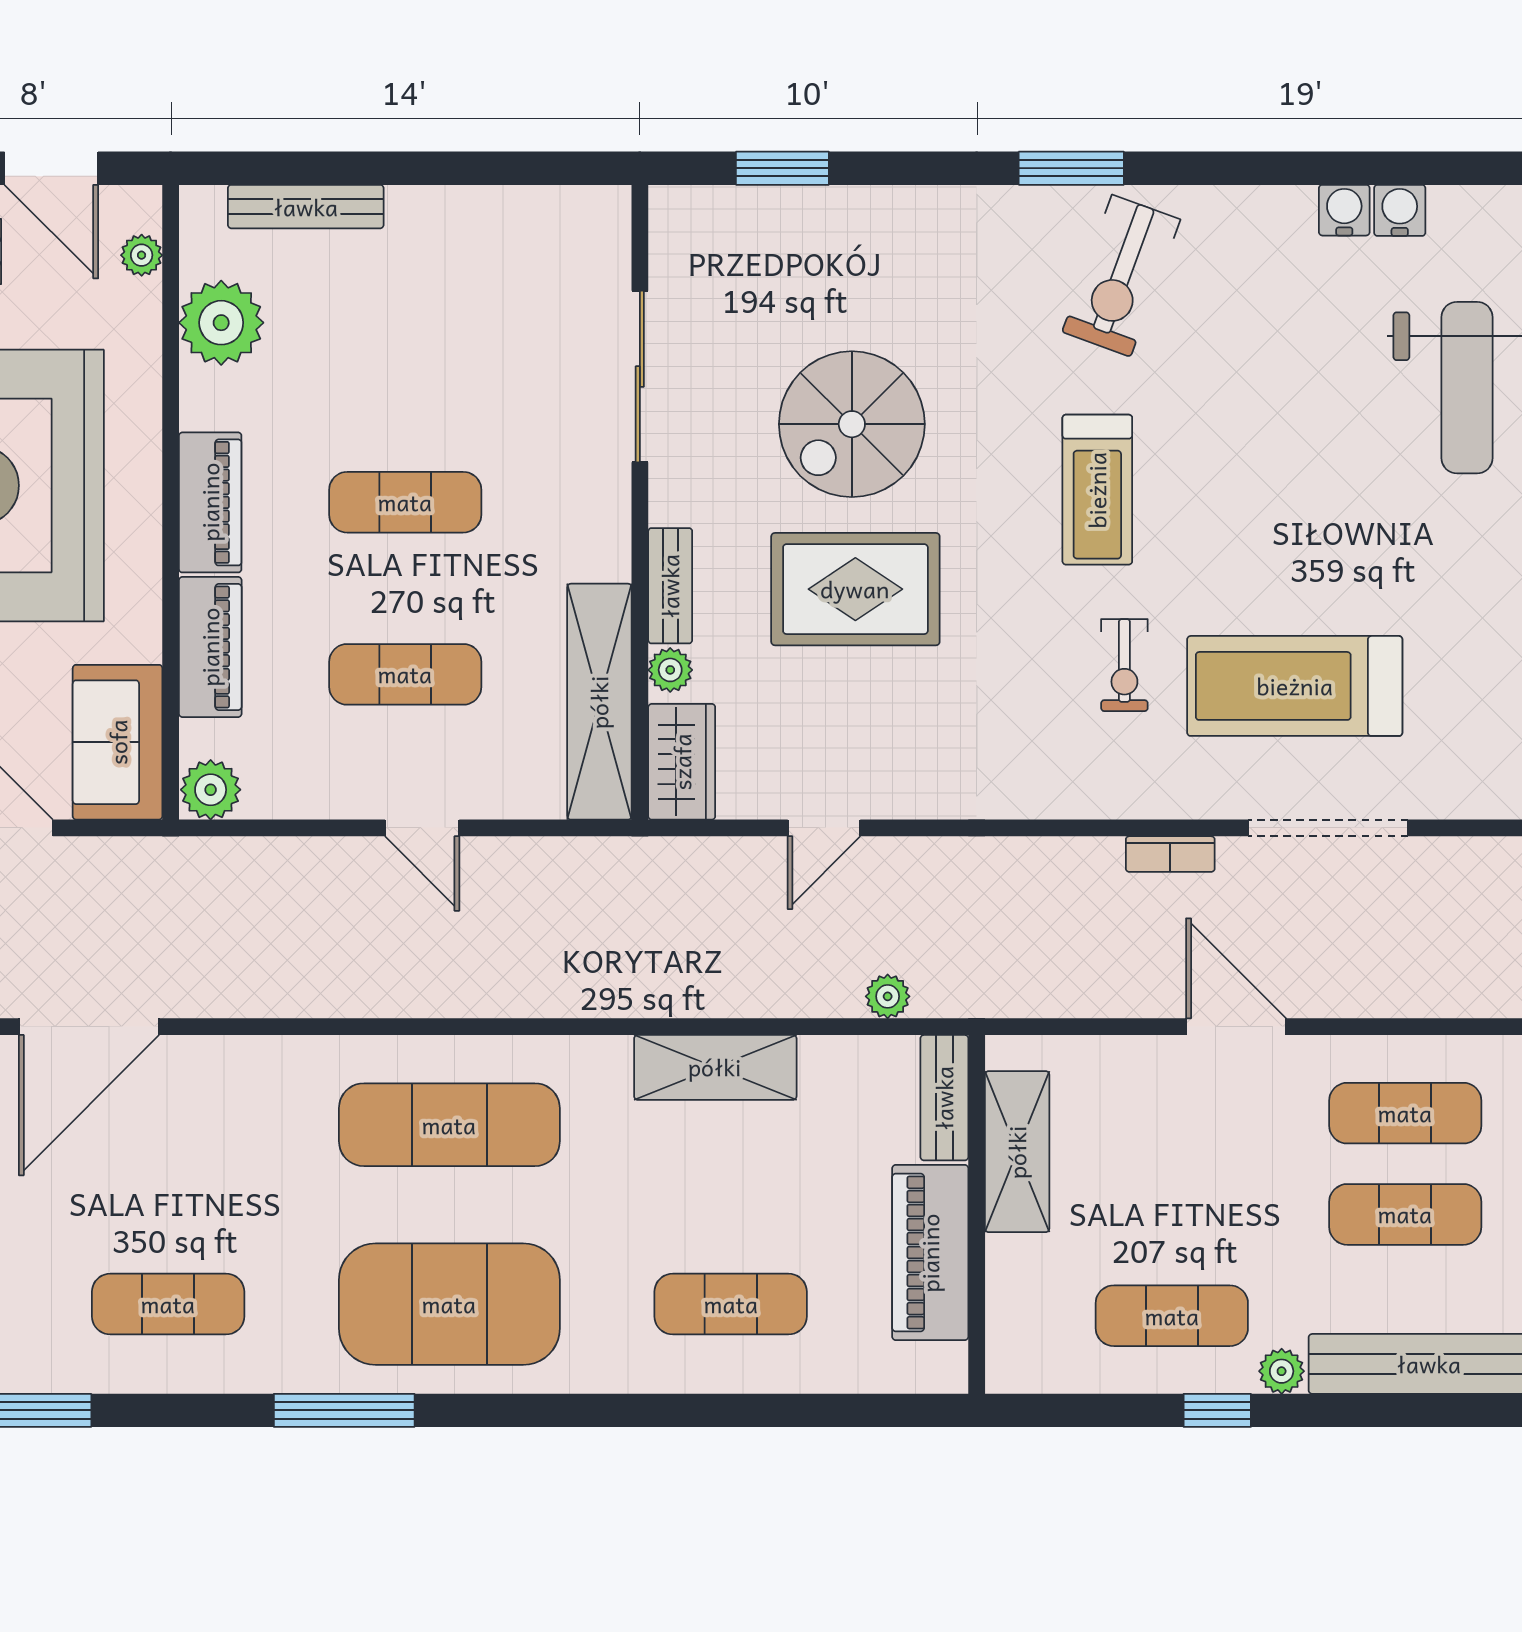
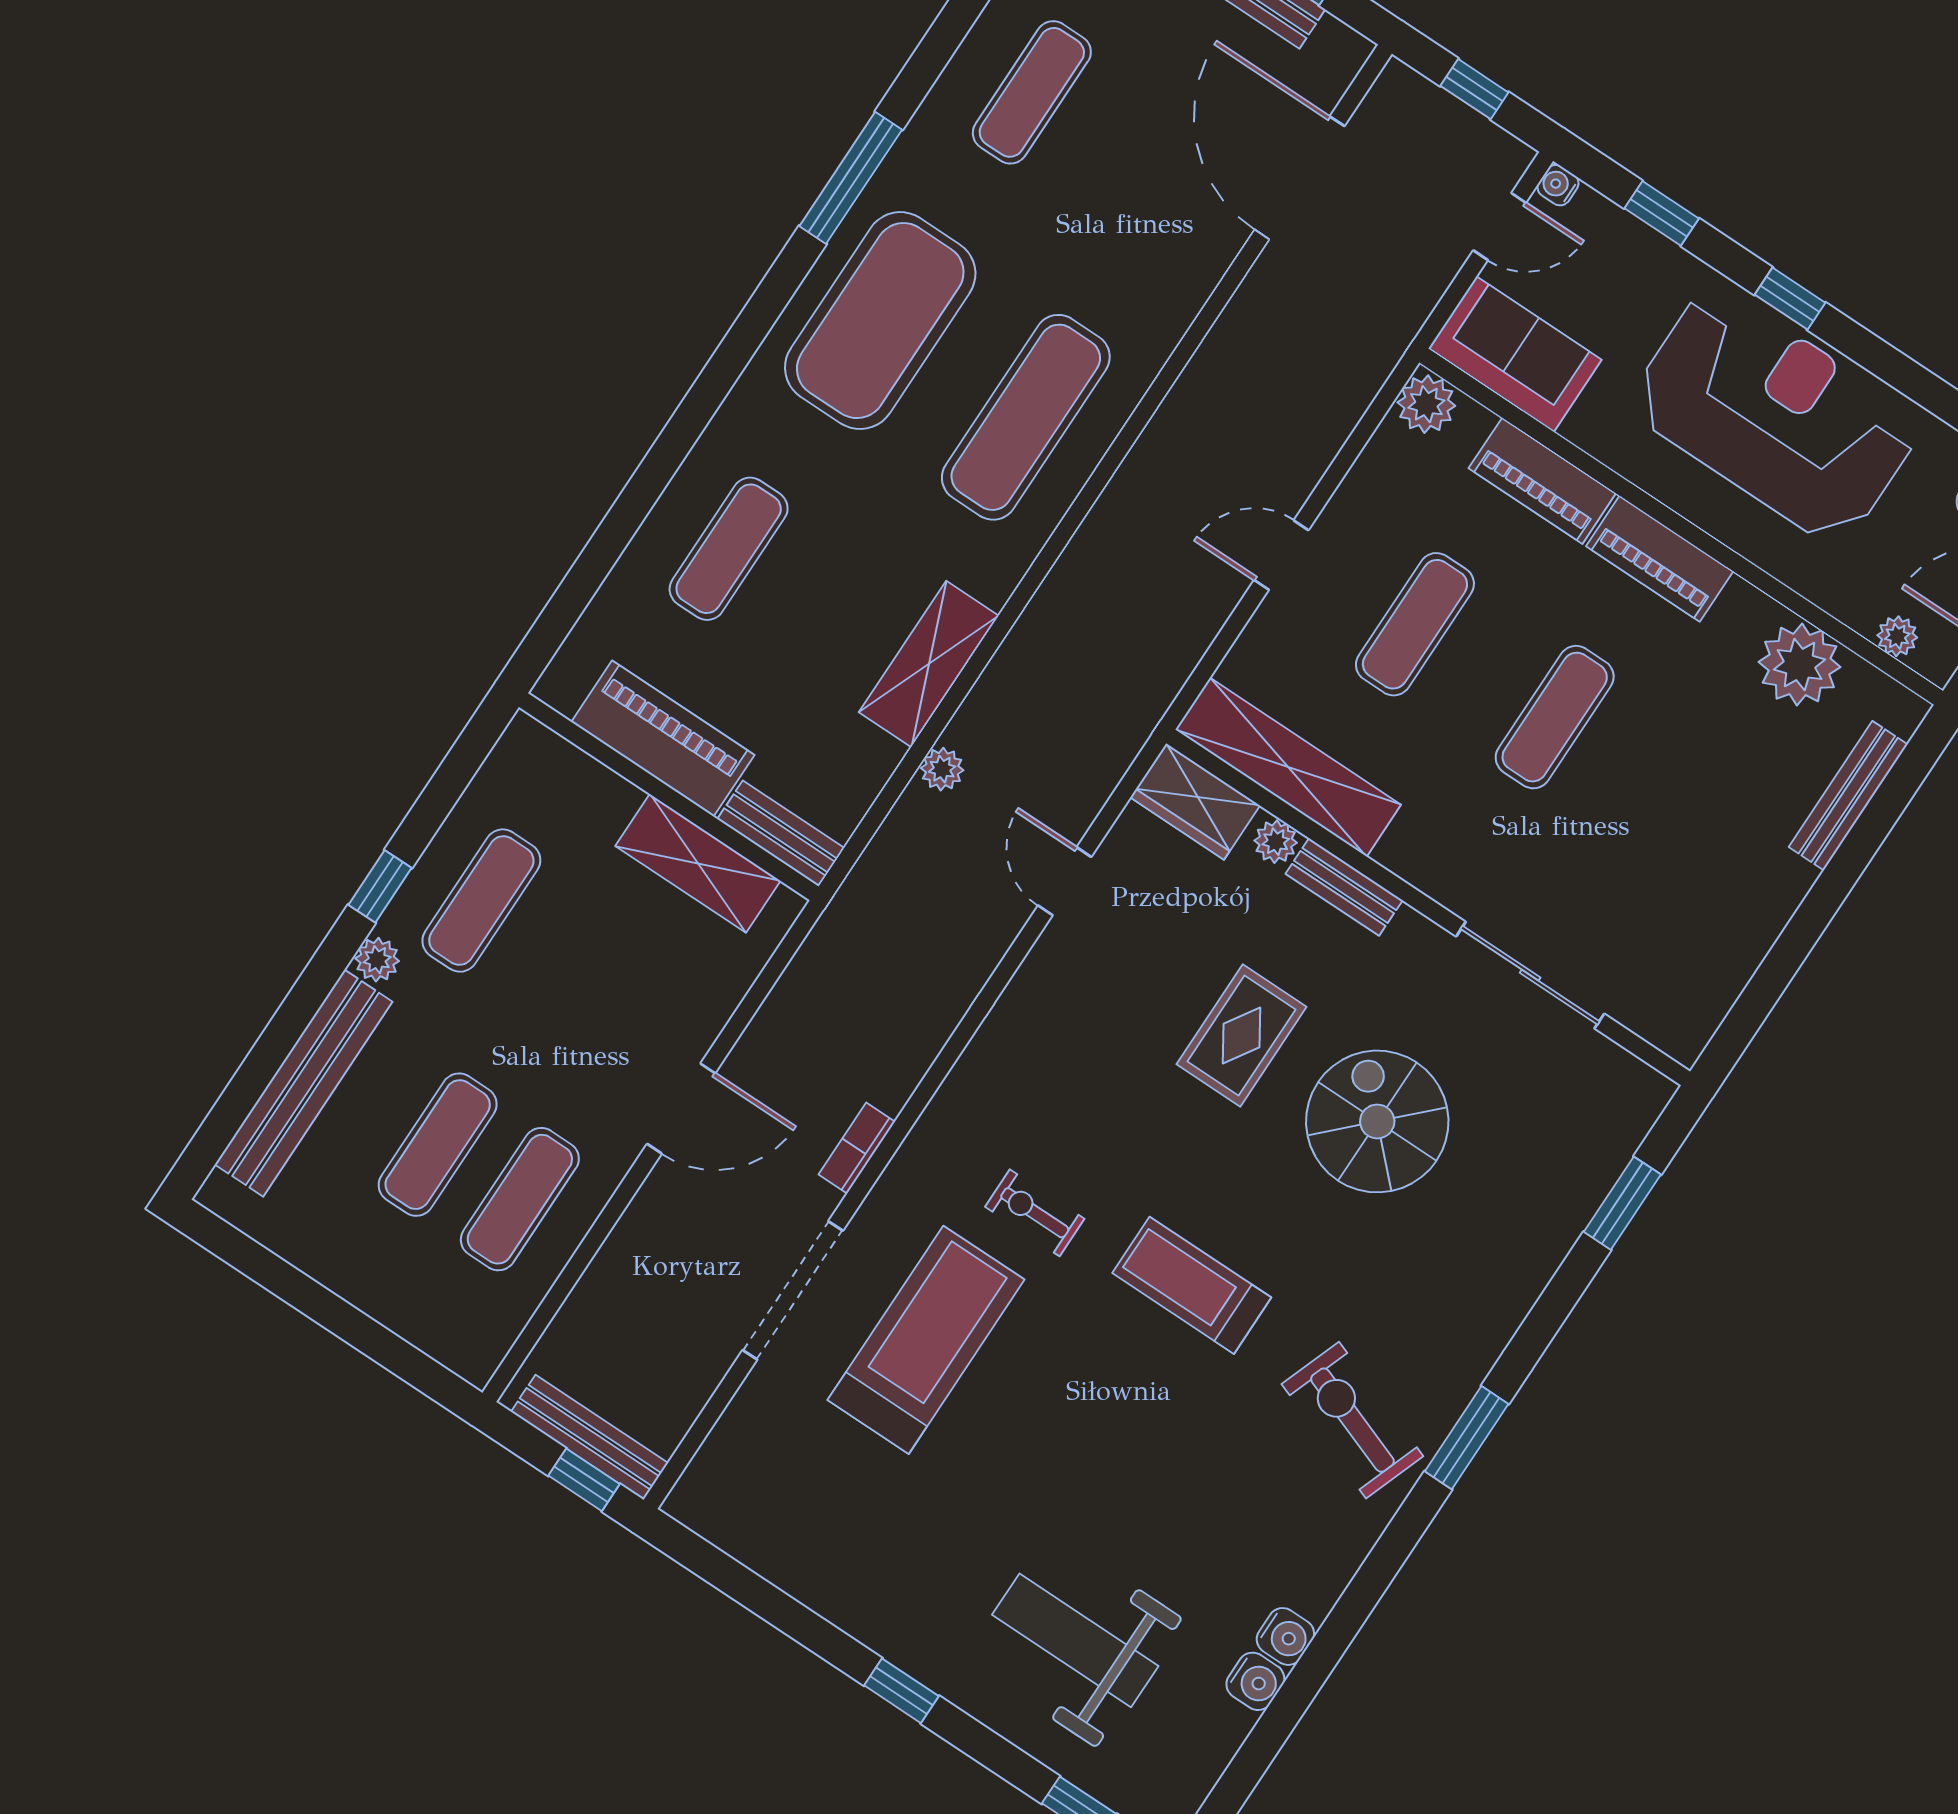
rug: (855, 589) -> (1241, 1036), width x0.73, depth x0.70
plant: (888, 996) -> (942, 769), moved

